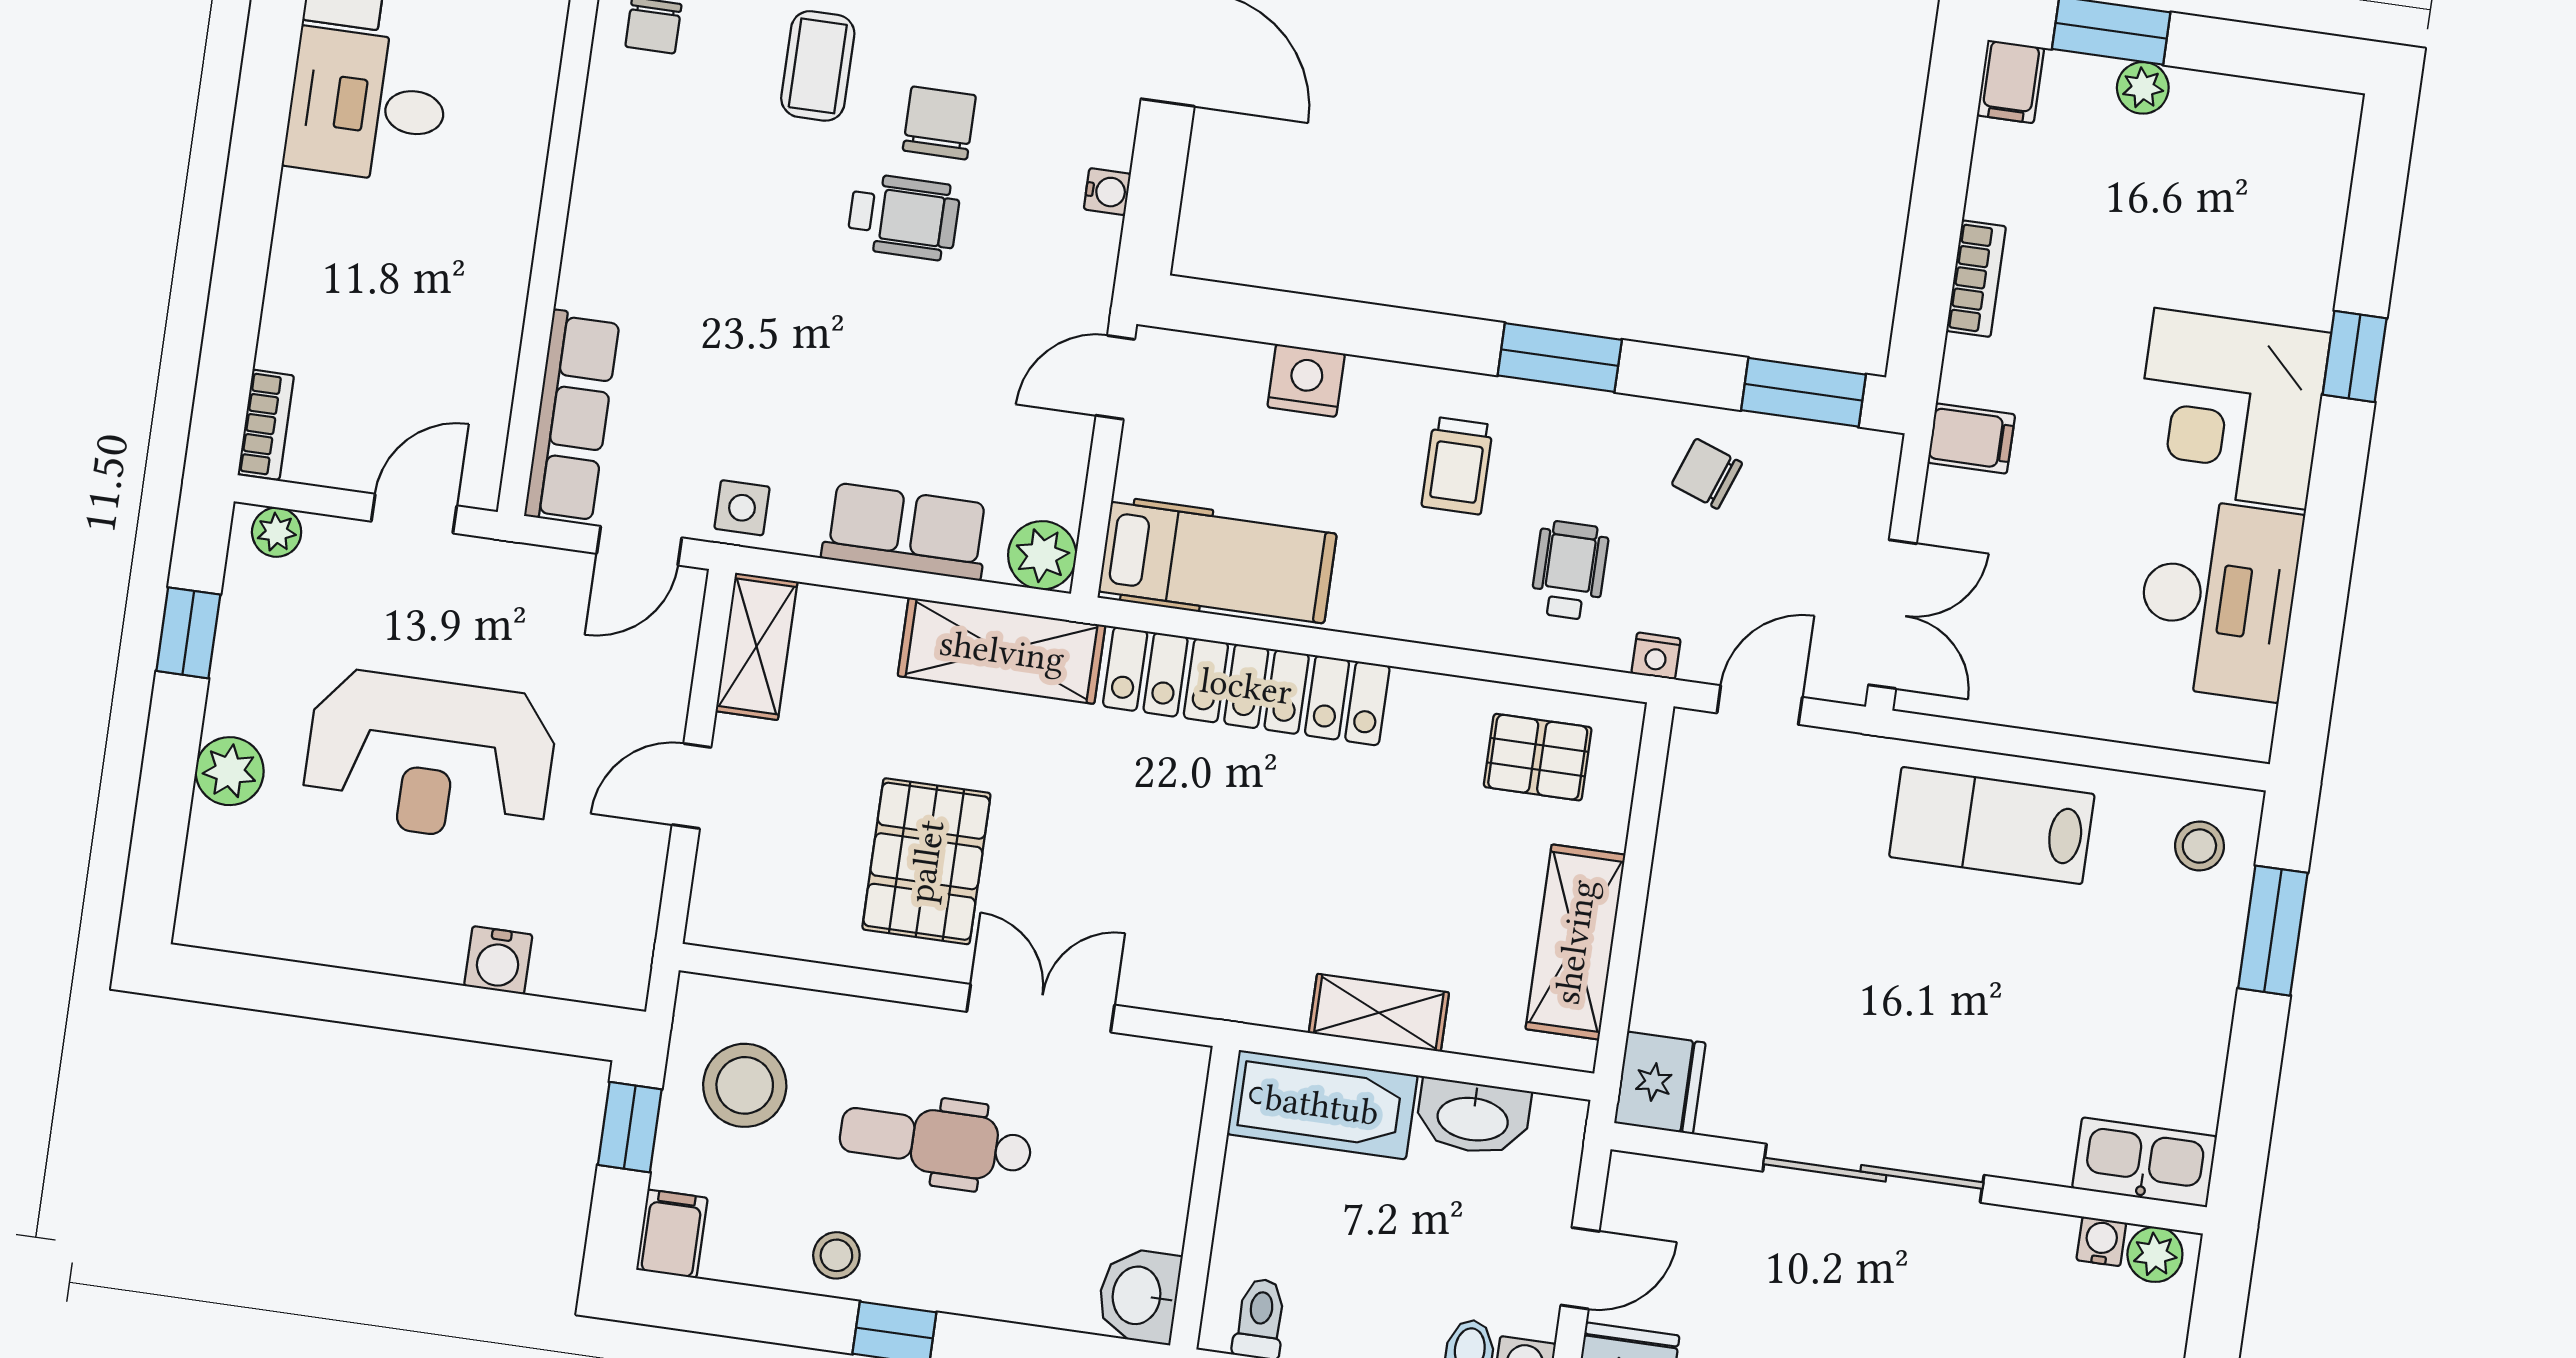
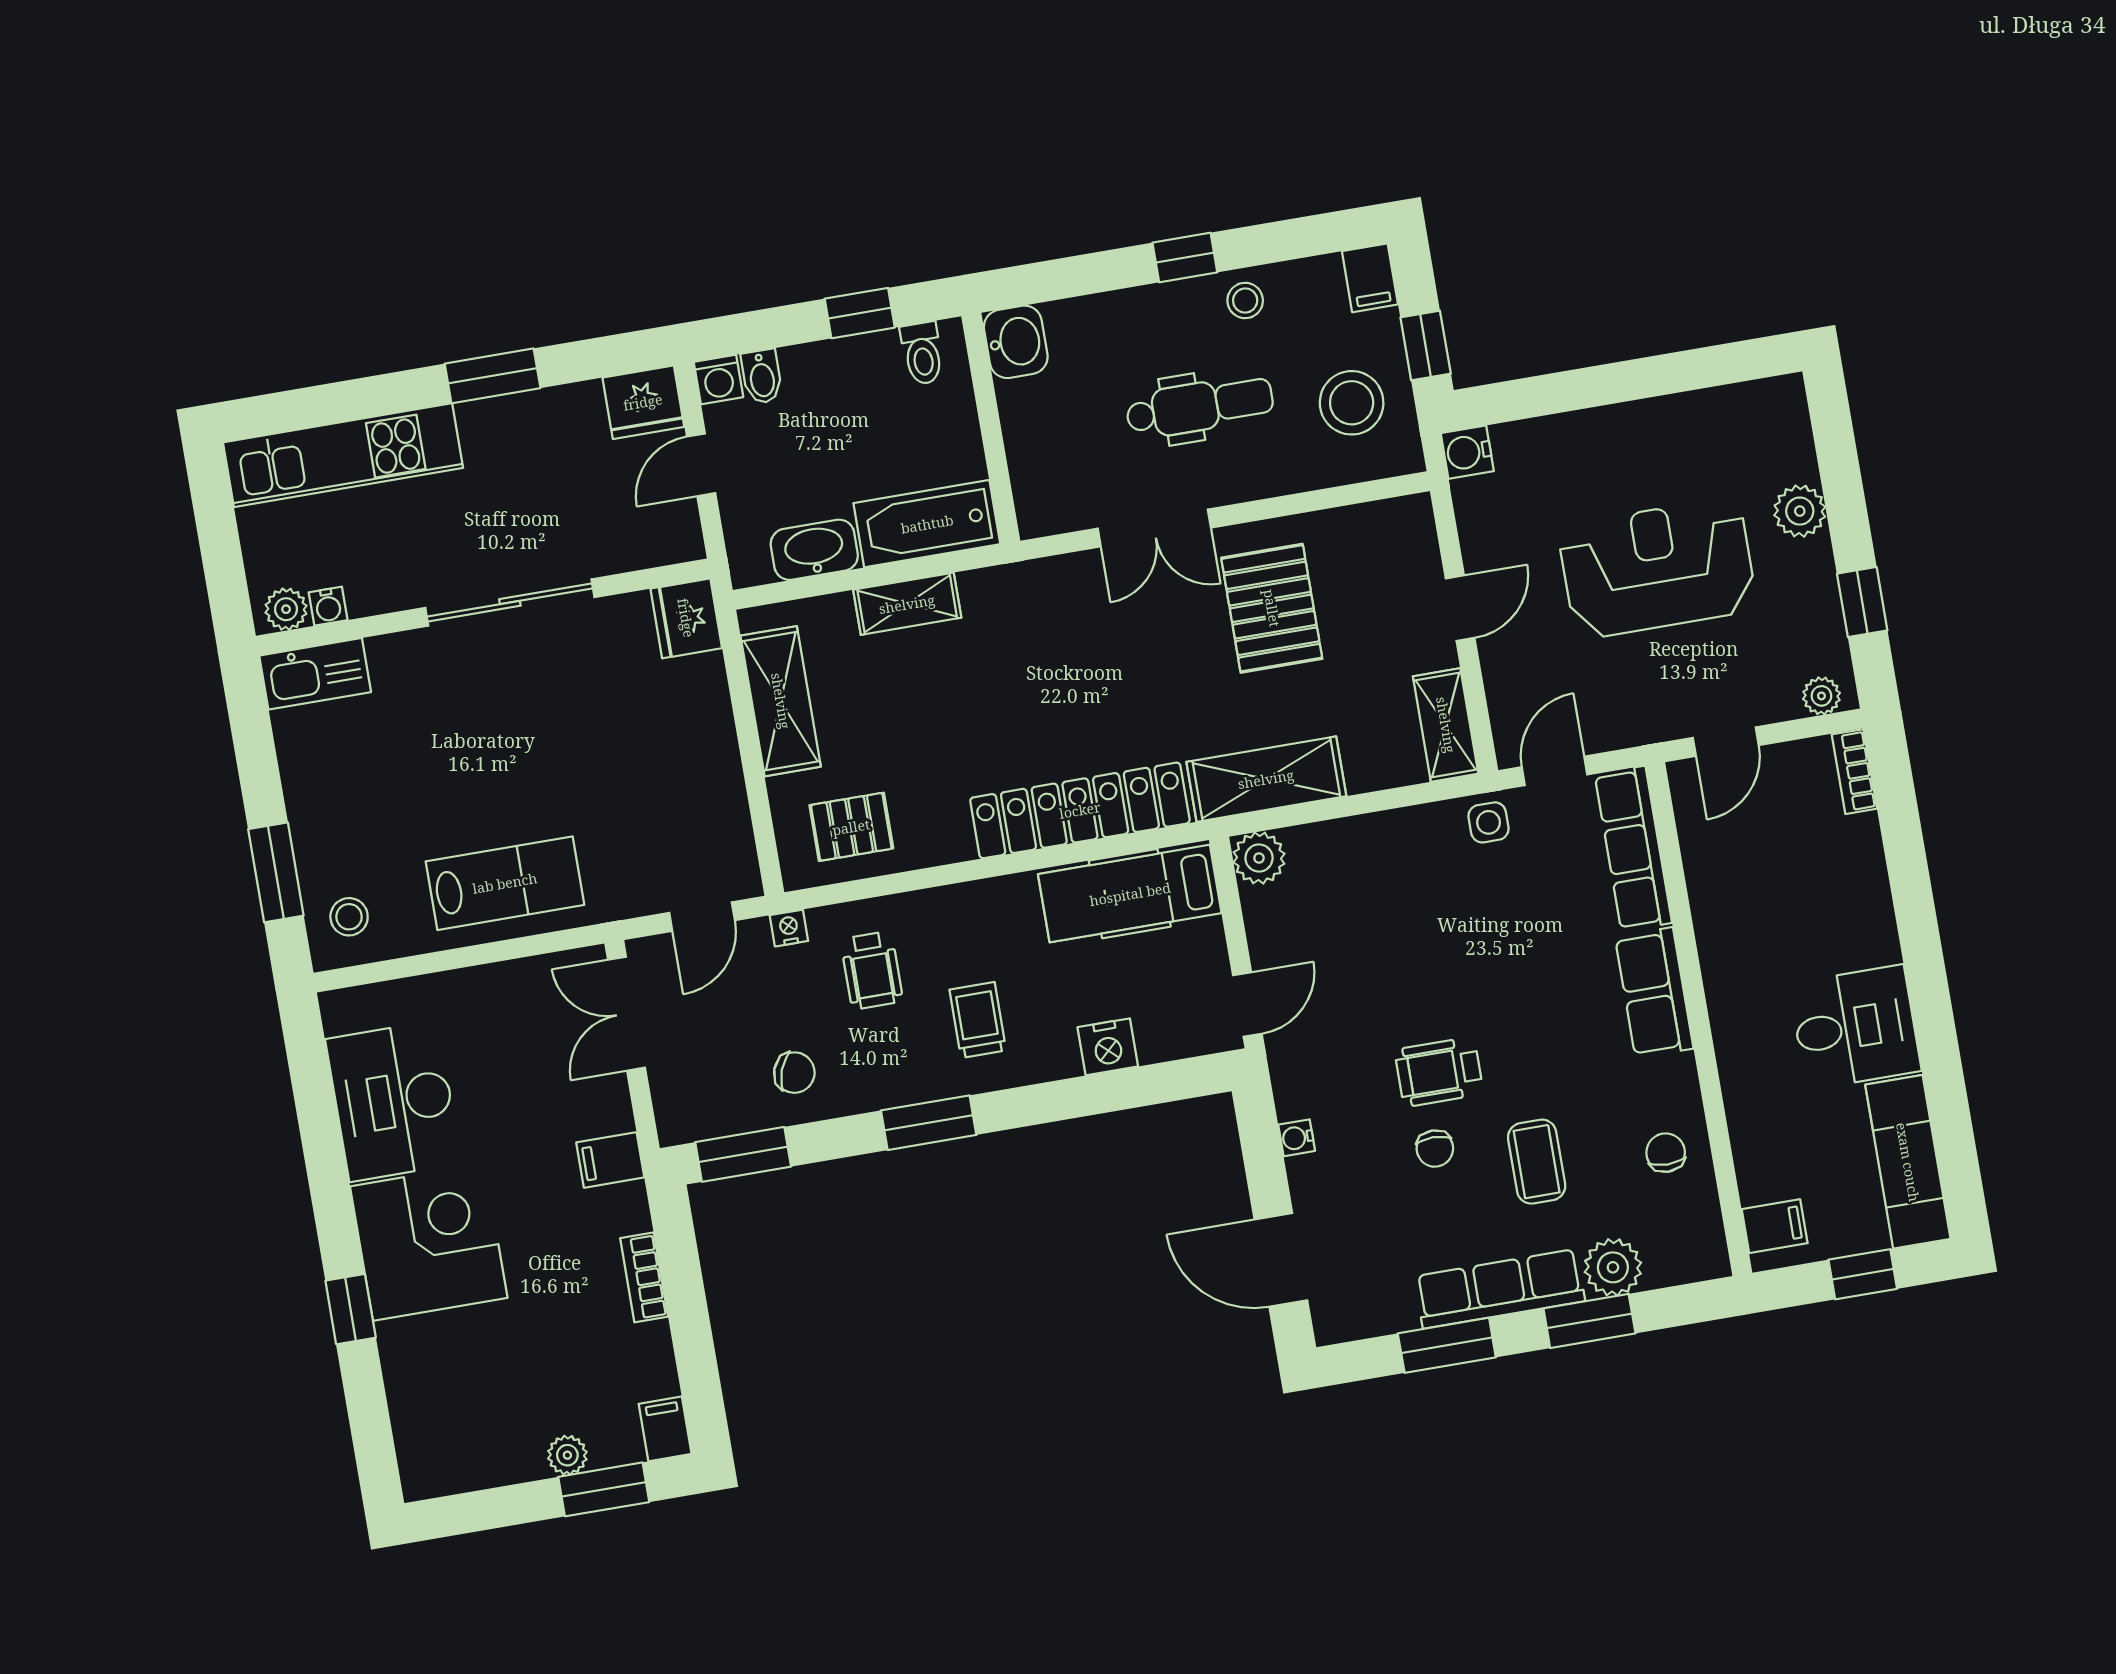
chair: (939, 123) -> (1435, 1149), width x0.73, depth x0.73
row of seats: (906, 531) -> (1654, 993), moved, turned 90
water cooler: (498, 960) -> (1467, 452), moved, turned -90

